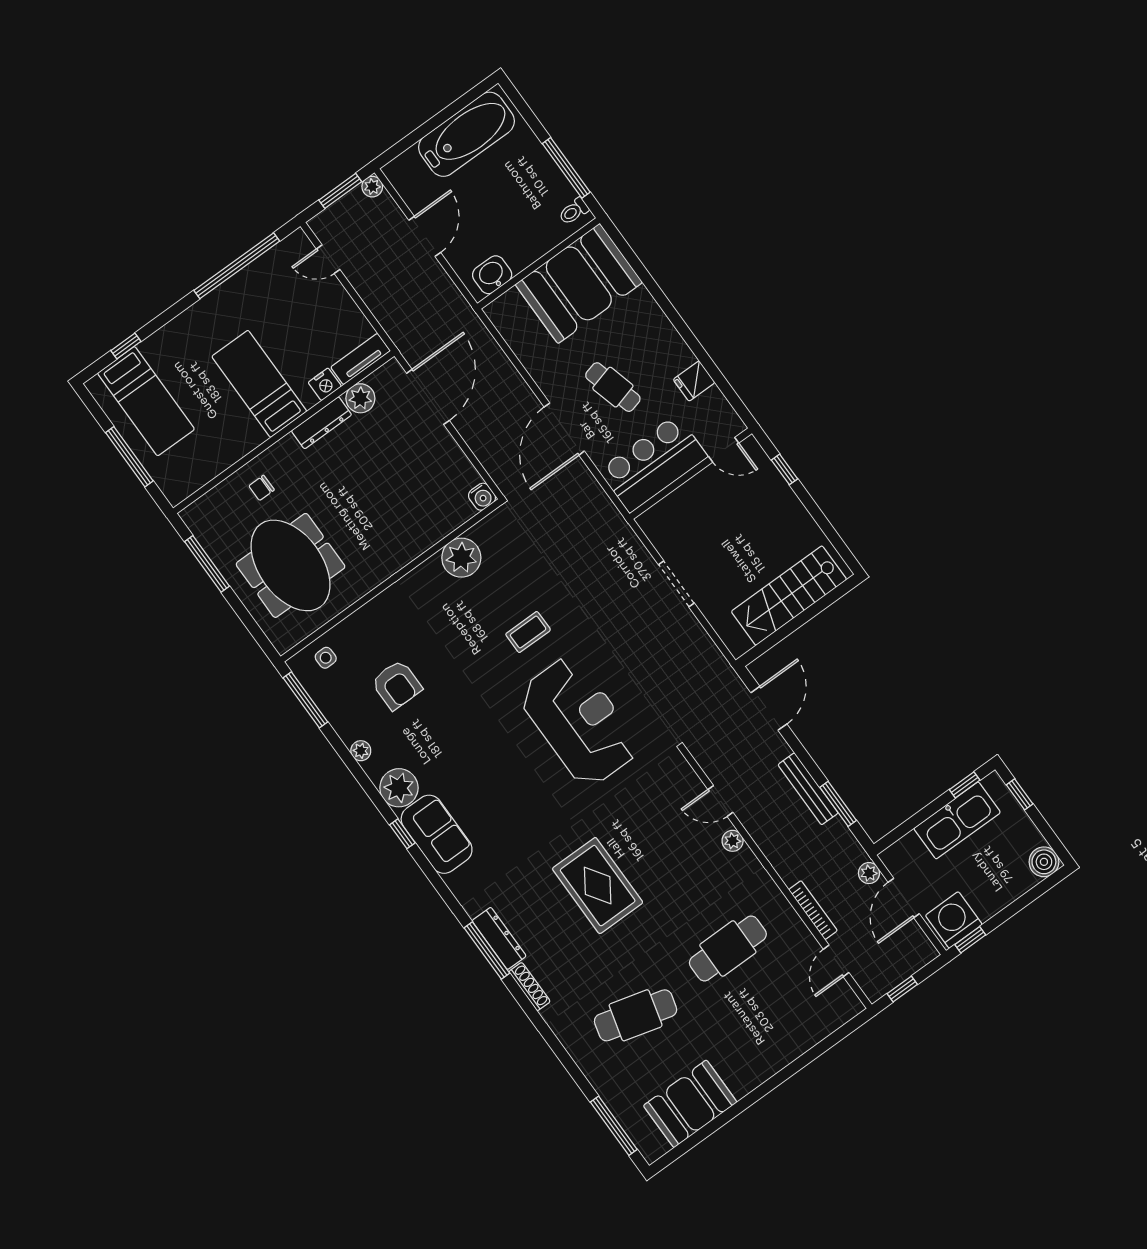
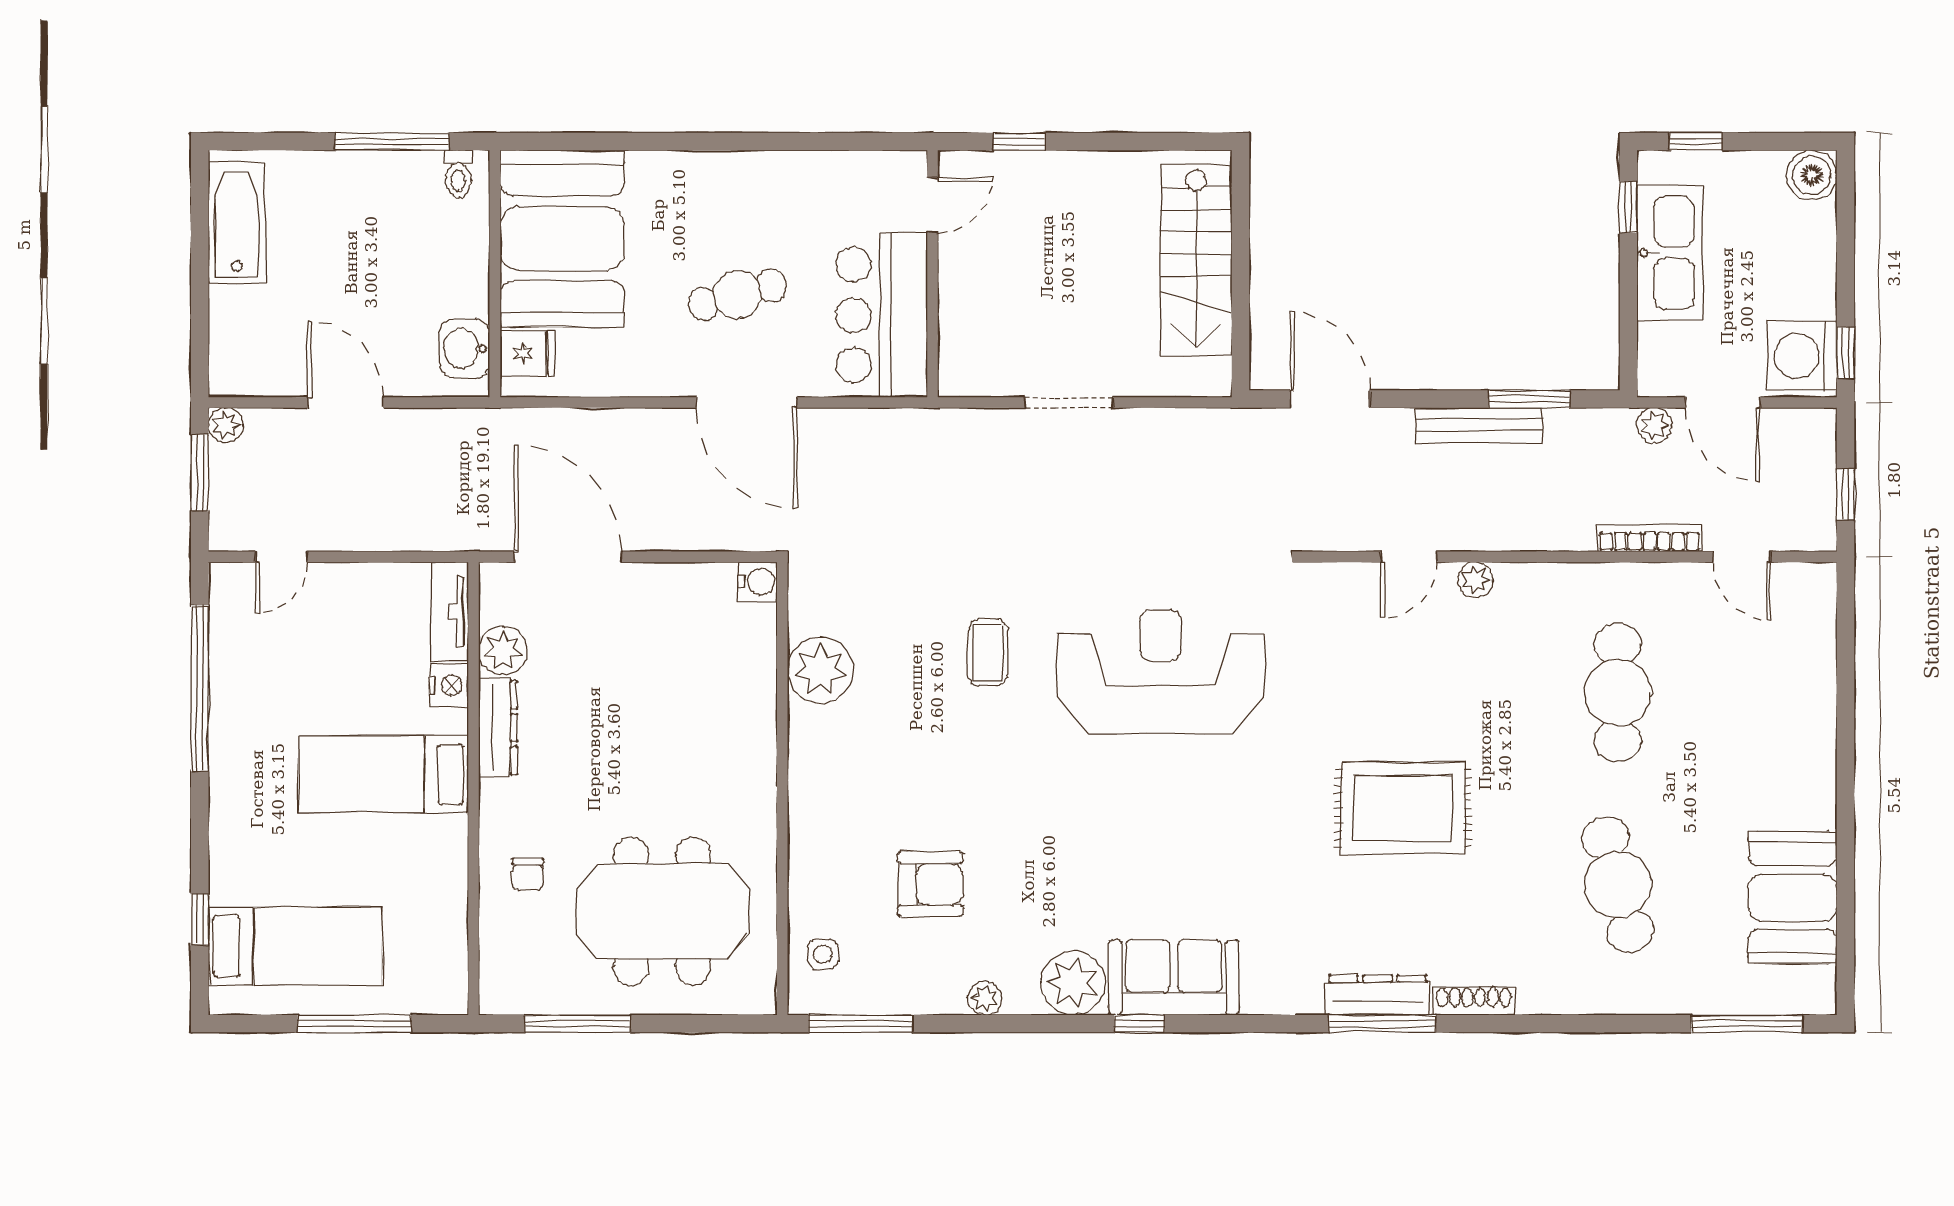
bathtub: (466, 134) -> (237, 222), width x0.73, depth x0.73
fridge: (694, 381) -> (527, 353), moved, turned -90
cafe table: (636, 1015) -> (1618, 885), turned -30

